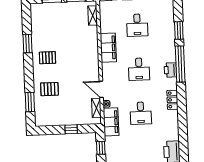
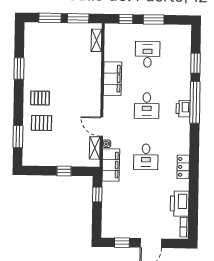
desk: (137, 25) -> (148, 54), turned 180
pallet: (47, 58) -> (40, 98), moved
locker: (172, 100) -> (183, 167), moved

